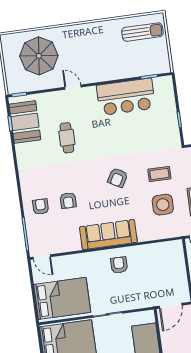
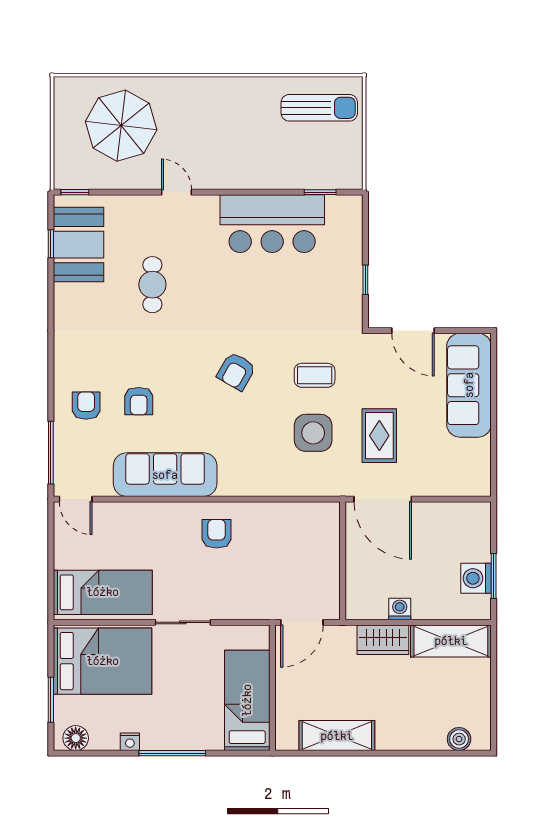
sofa: (108, 235) -> (165, 475), moved
bed: (62, 298) -> (103, 592), width x0.67

